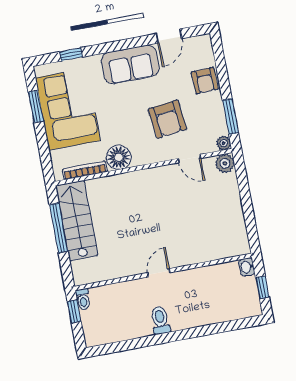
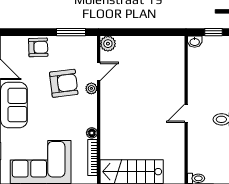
plant: (224, 143) -> (91, 88), moved
floor lamp: (119, 157) -> (92, 133), width x0.53, depth x0.53
door: (159, 273) -> (186, 113), hinge flipped

